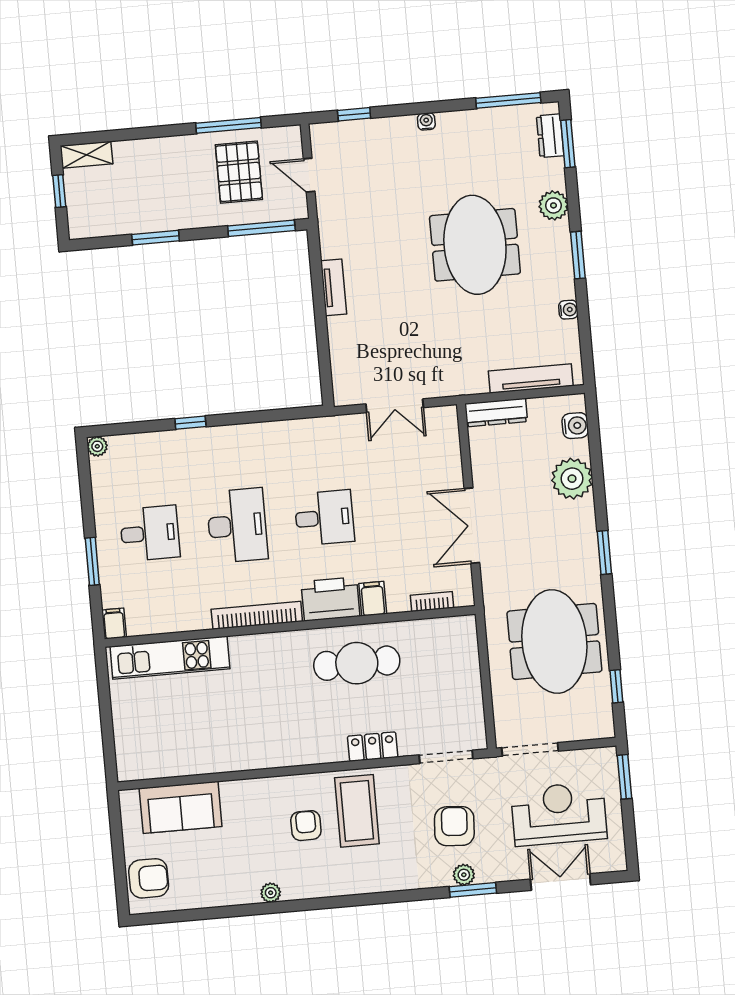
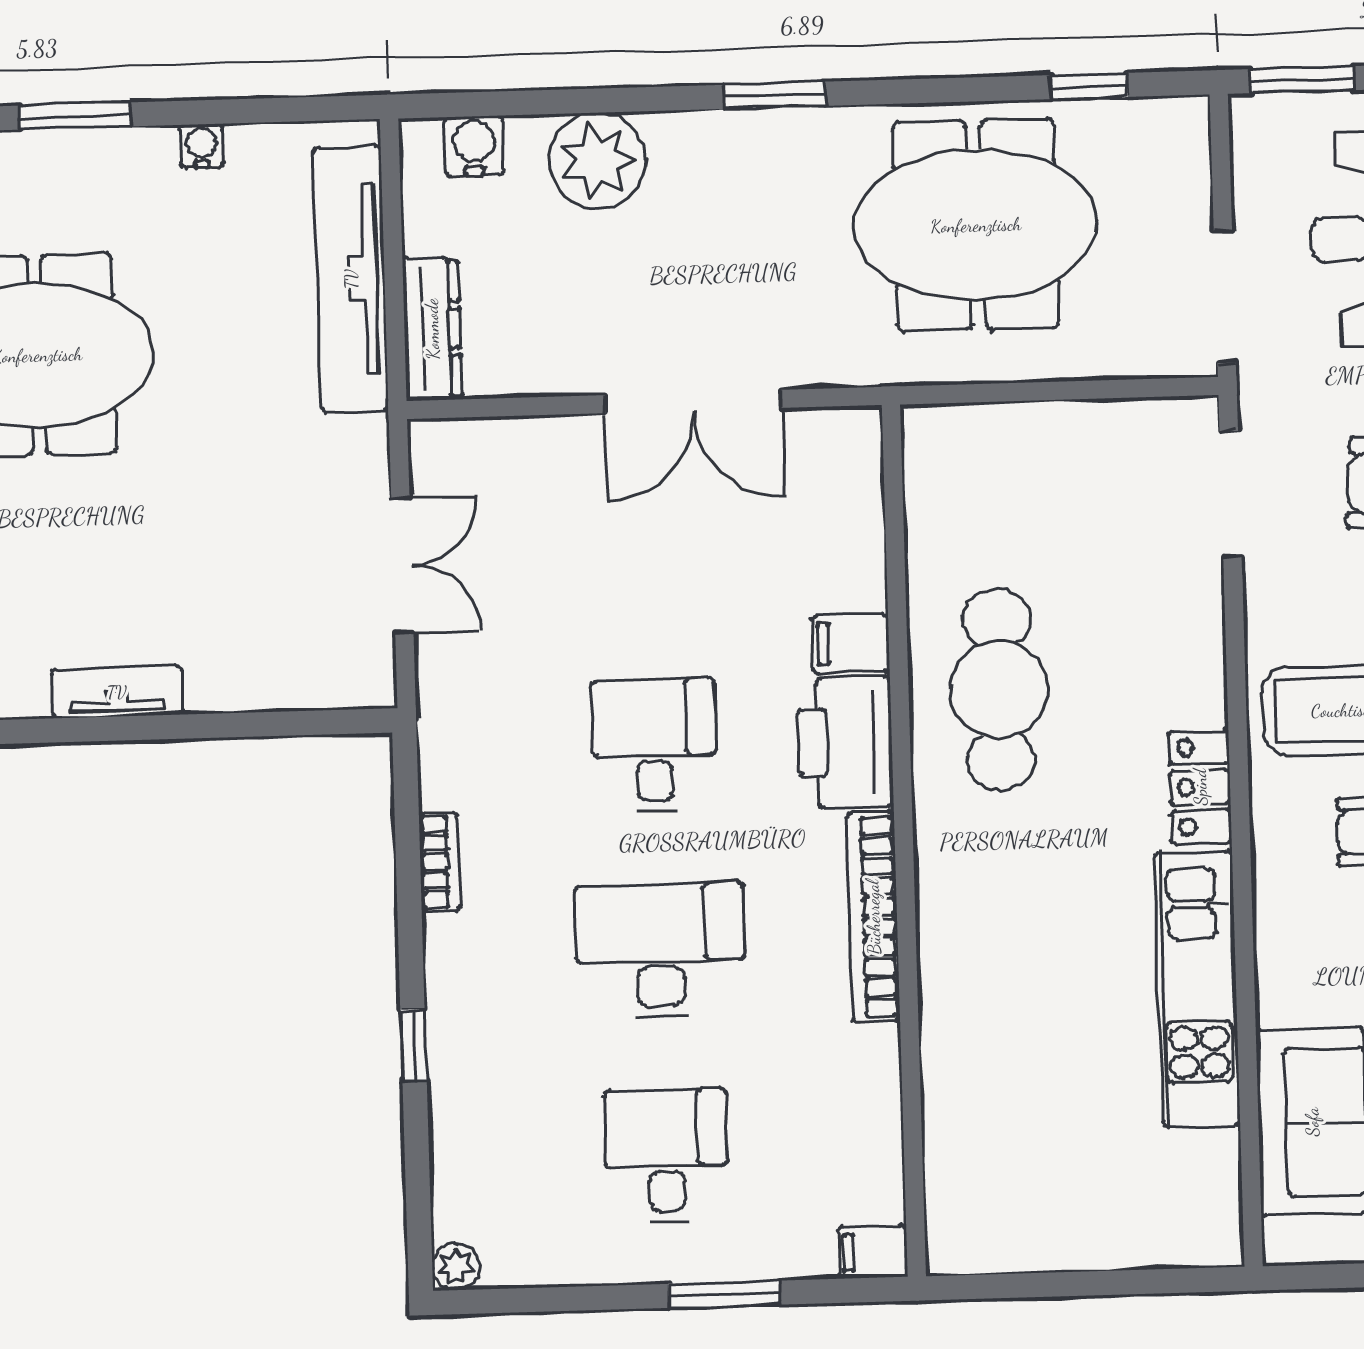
tv unit: (531, 378) -> (351, 279), width x1.36, depth x1.29
bookcase: (432, 602) -> (440, 862), moved, turned 180
kitchen unit: (170, 658) -> (1198, 989), moved, turned 180
locker: (373, 747) -> (1200, 787), moved

